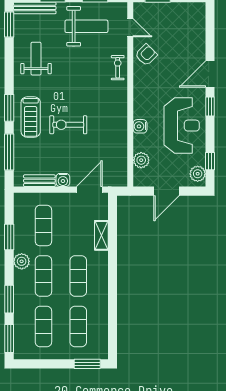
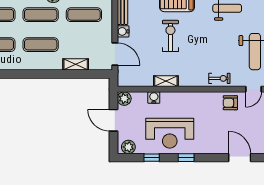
armchair: (146, 55) -> (230, 103), turned 135
door: (210, 74) -> (240, 158), moved
water cooler: (140, 126) -> (154, 98), moved
shelving: (121, 130) -> (166, 81), added
plant: (141, 160) -> (124, 99), moved
window: (210, 161) -> (152, 158), moved

